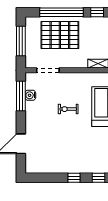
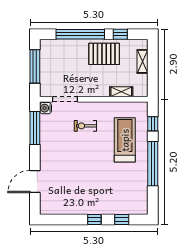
pallet: (60, 35) -> (104, 54), moved, width x0.73, depth x0.71
water cooler: (30, 95) -> (45, 108), moved
exercise bike: (68, 109) -> (85, 126), moved

